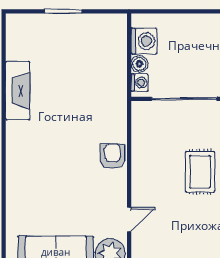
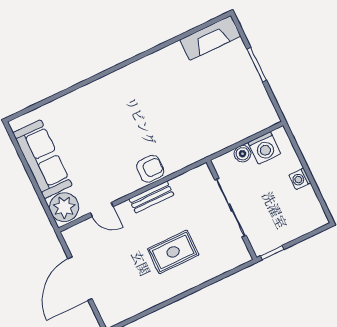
washing machine: (140, 83) -> (300, 179), moved, turned 90
fireplace: (18, 91) -> (210, 38), moved
bench: (139, 168) -> (151, 197), added

